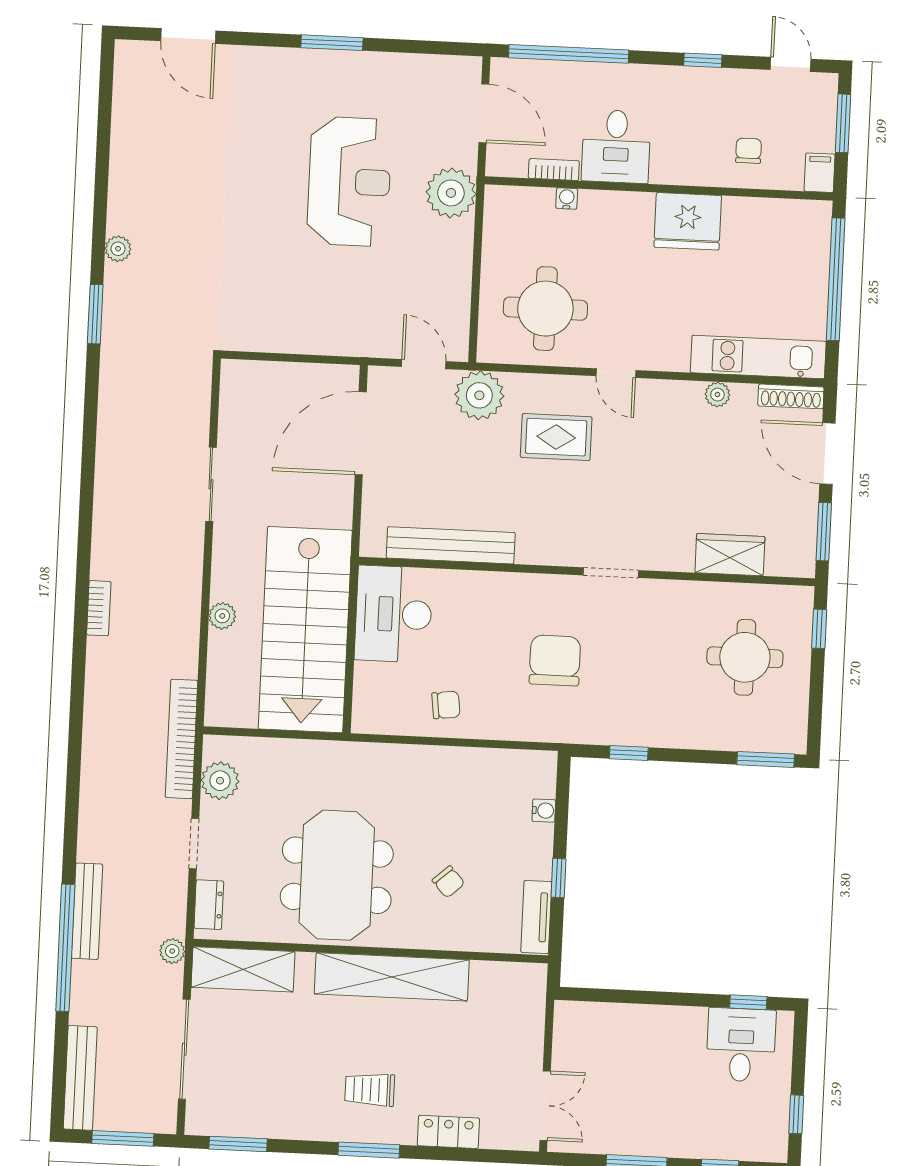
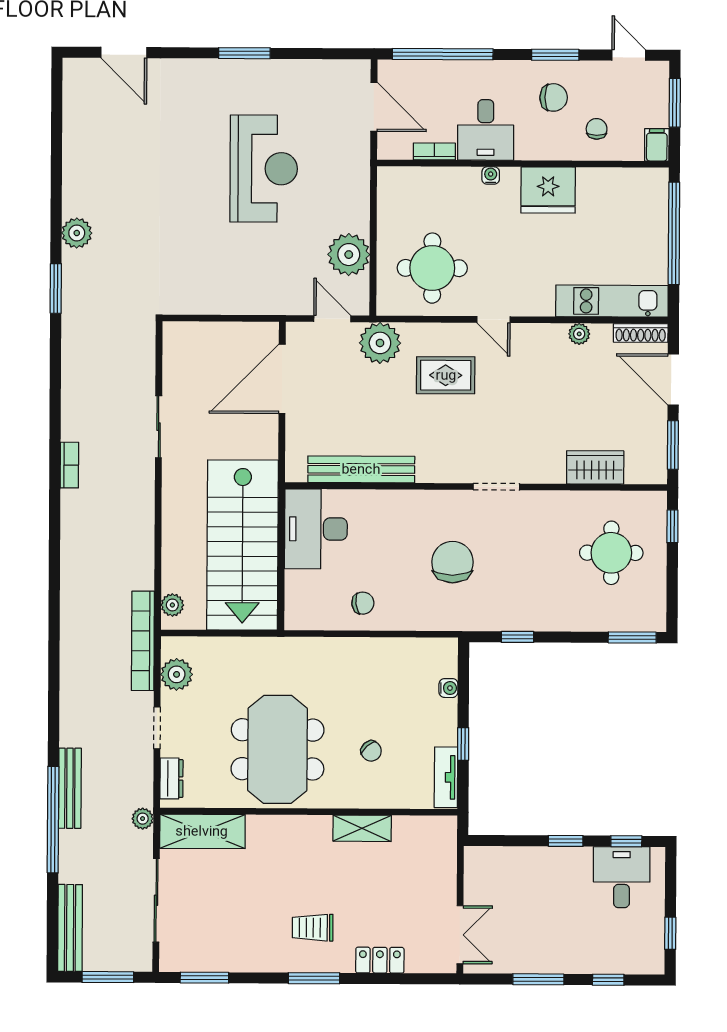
window: (703, 60) -> (555, 55), width x1.50
chair: (699, 111) -> (554, 97), added
plant: (451, 193) -> (349, 255), moved
water cooler: (567, 198) -> (491, 175), moved
plant: (118, 249) -> (77, 233), width x1.38, depth x1.38
bookcase: (99, 608) -> (69, 465), moved
plant: (222, 616) -> (172, 605), moved
shelving: (392, 977) -> (362, 828), width x0.45, depth x0.75
window: (676, 999) -> (566, 841), added

